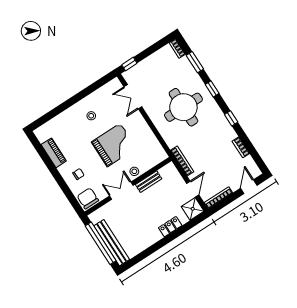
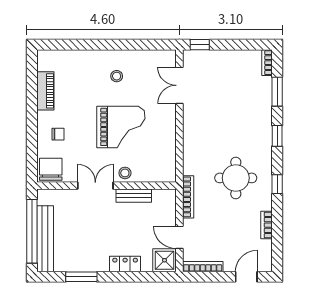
round table: (183, 107) -> (236, 178), moved, width x0.73, depth x0.73
door: (193, 189) -> (179, 237), swing flipped
window: (149, 251) -> (81, 277), added

